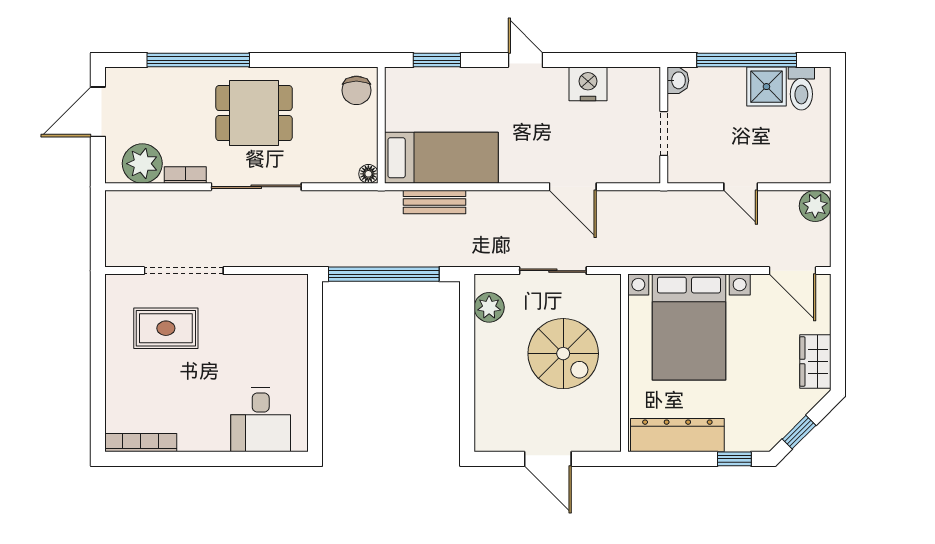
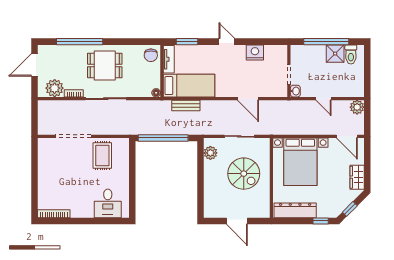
washbasin: (678, 80) -> (295, 91), moved
tv unit: (396, 99) -> (169, 59), added
rug: (166, 328) -> (102, 156), moved, turned 90

